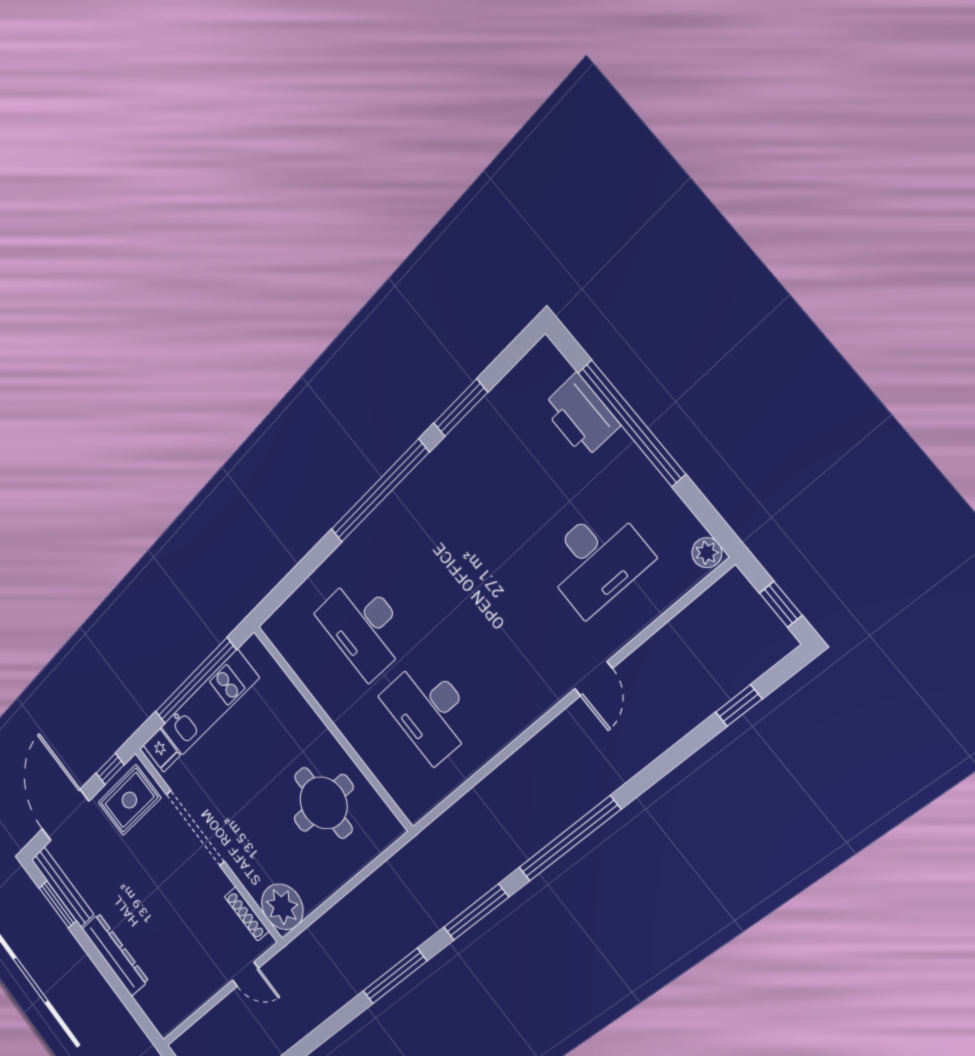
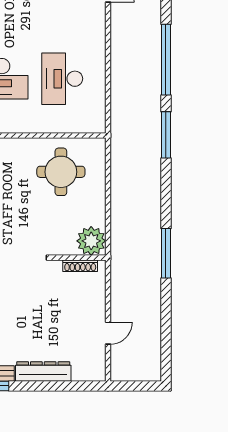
desk: (429, 711) -> (62, 79), turned 90
door: (245, 974) -> (108, 333), moved
window: (395, 976) -> (166, 253), moved

